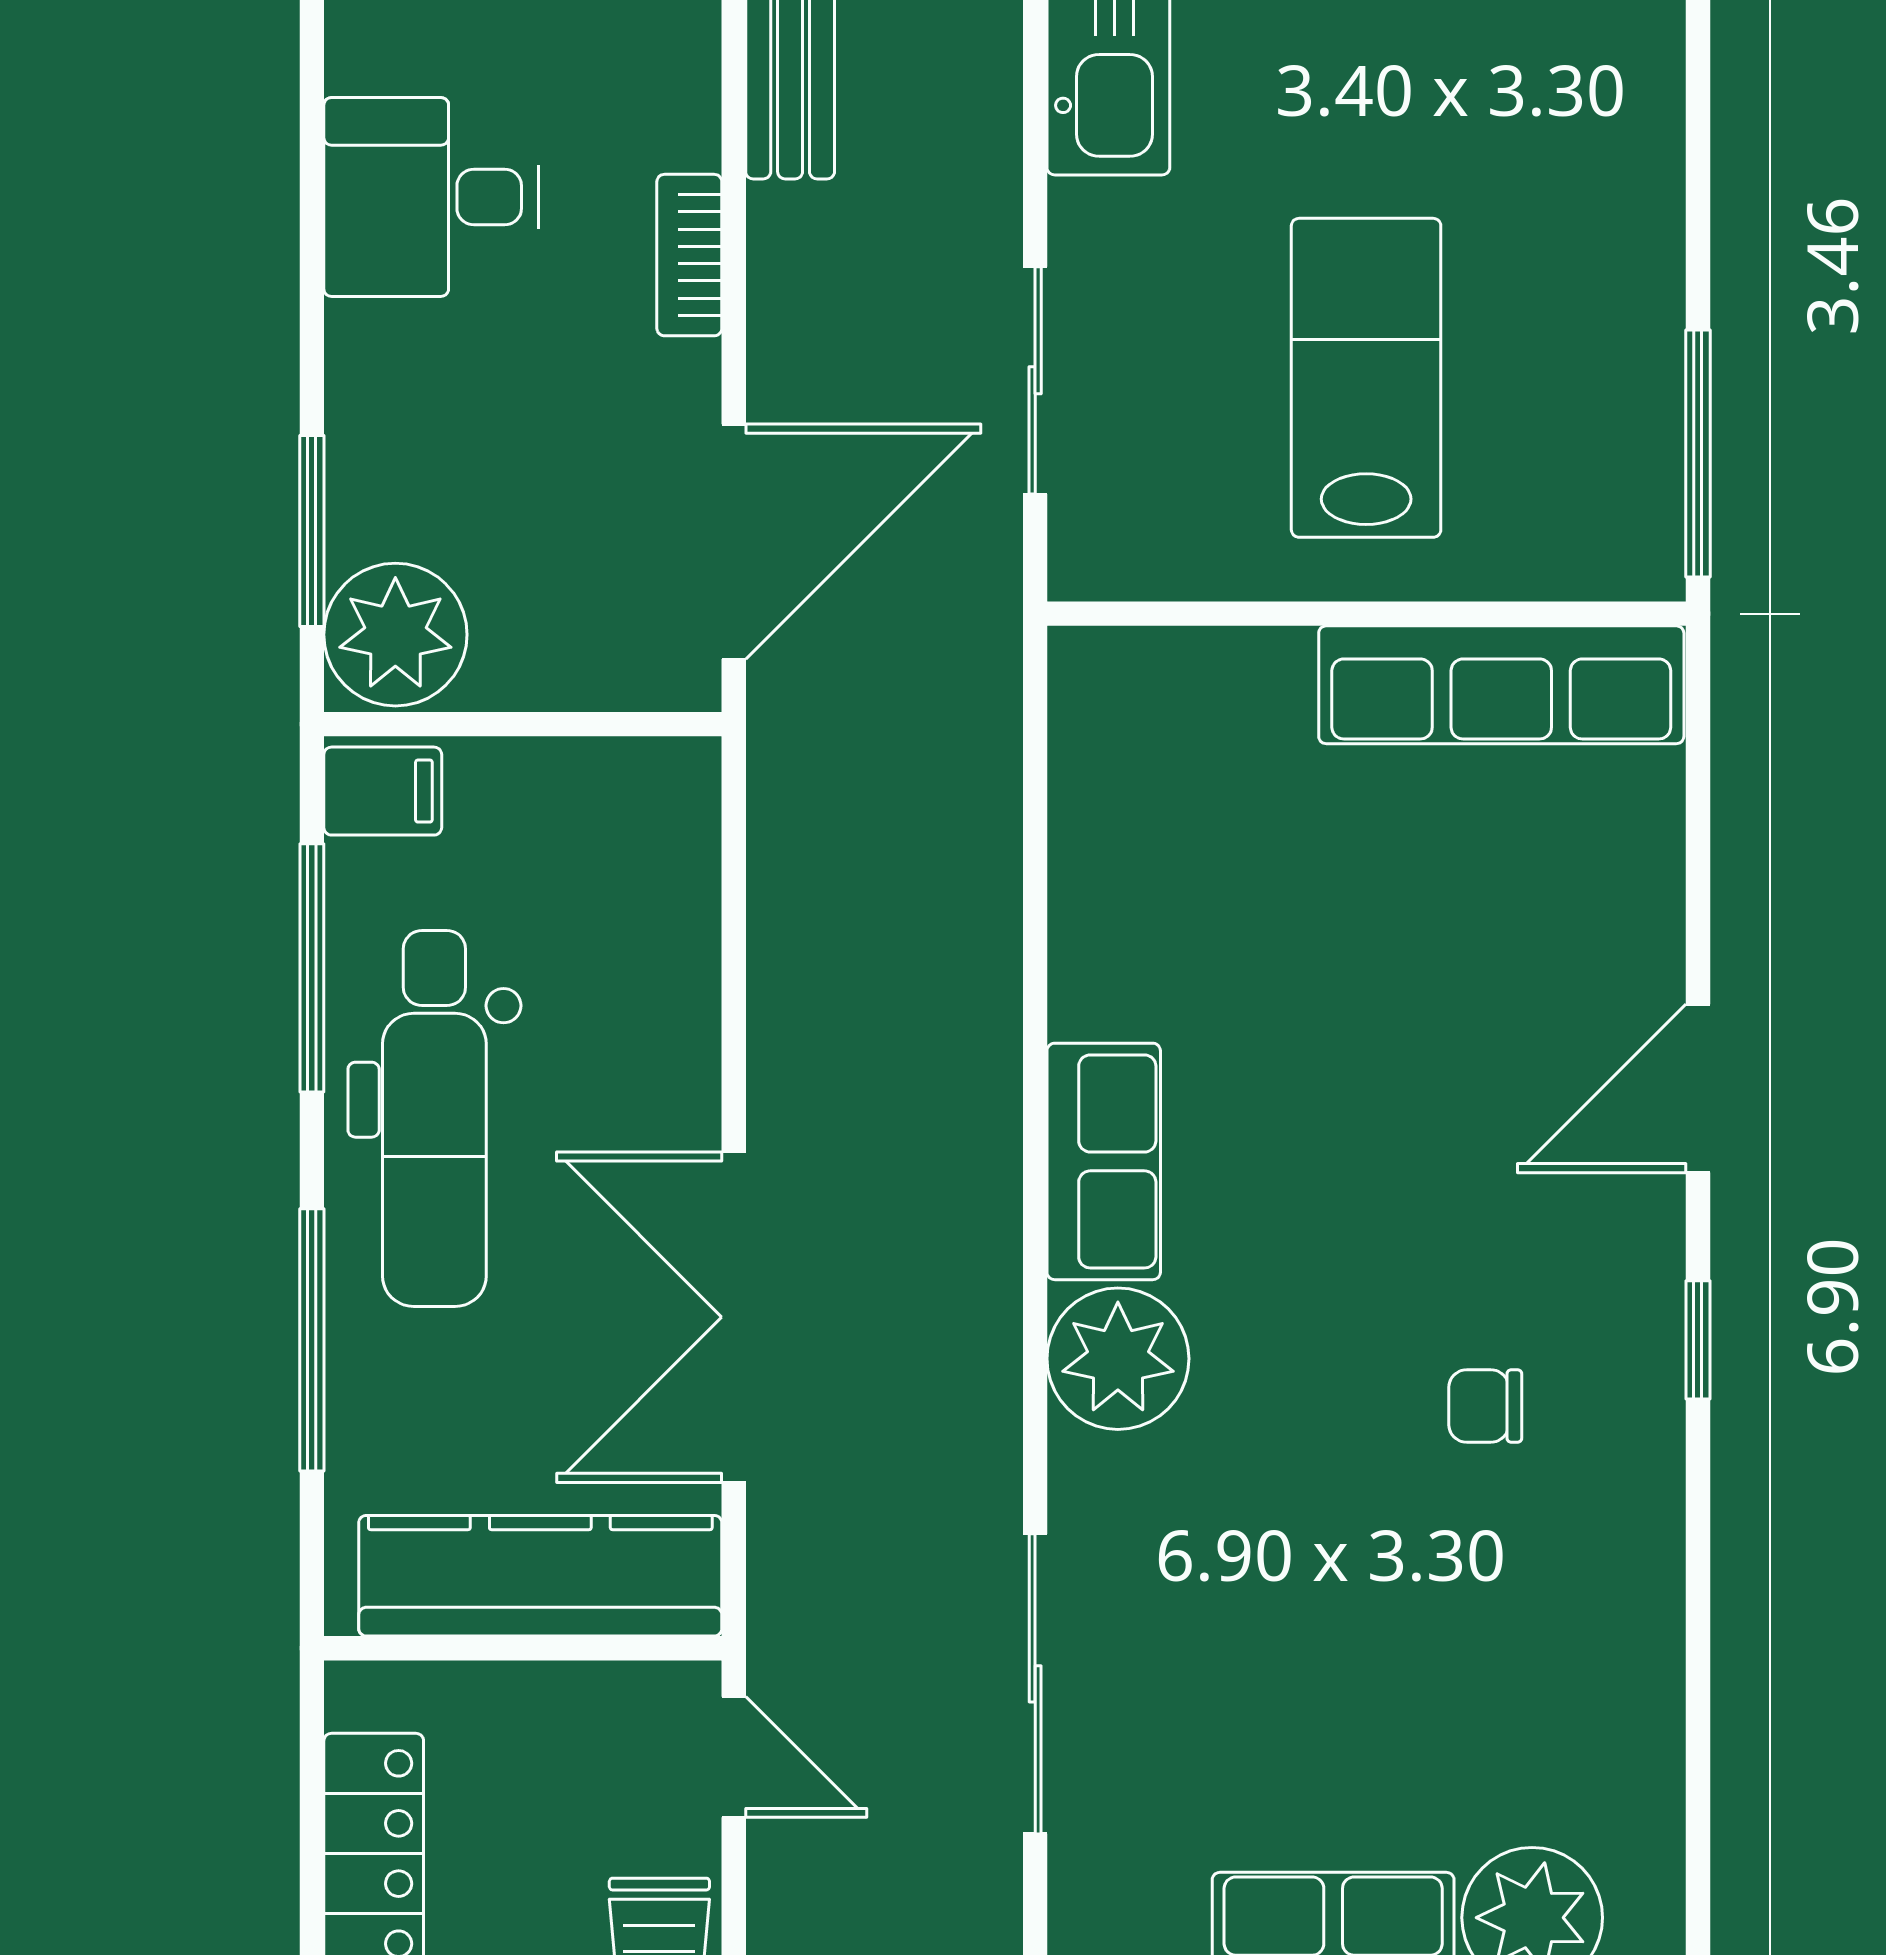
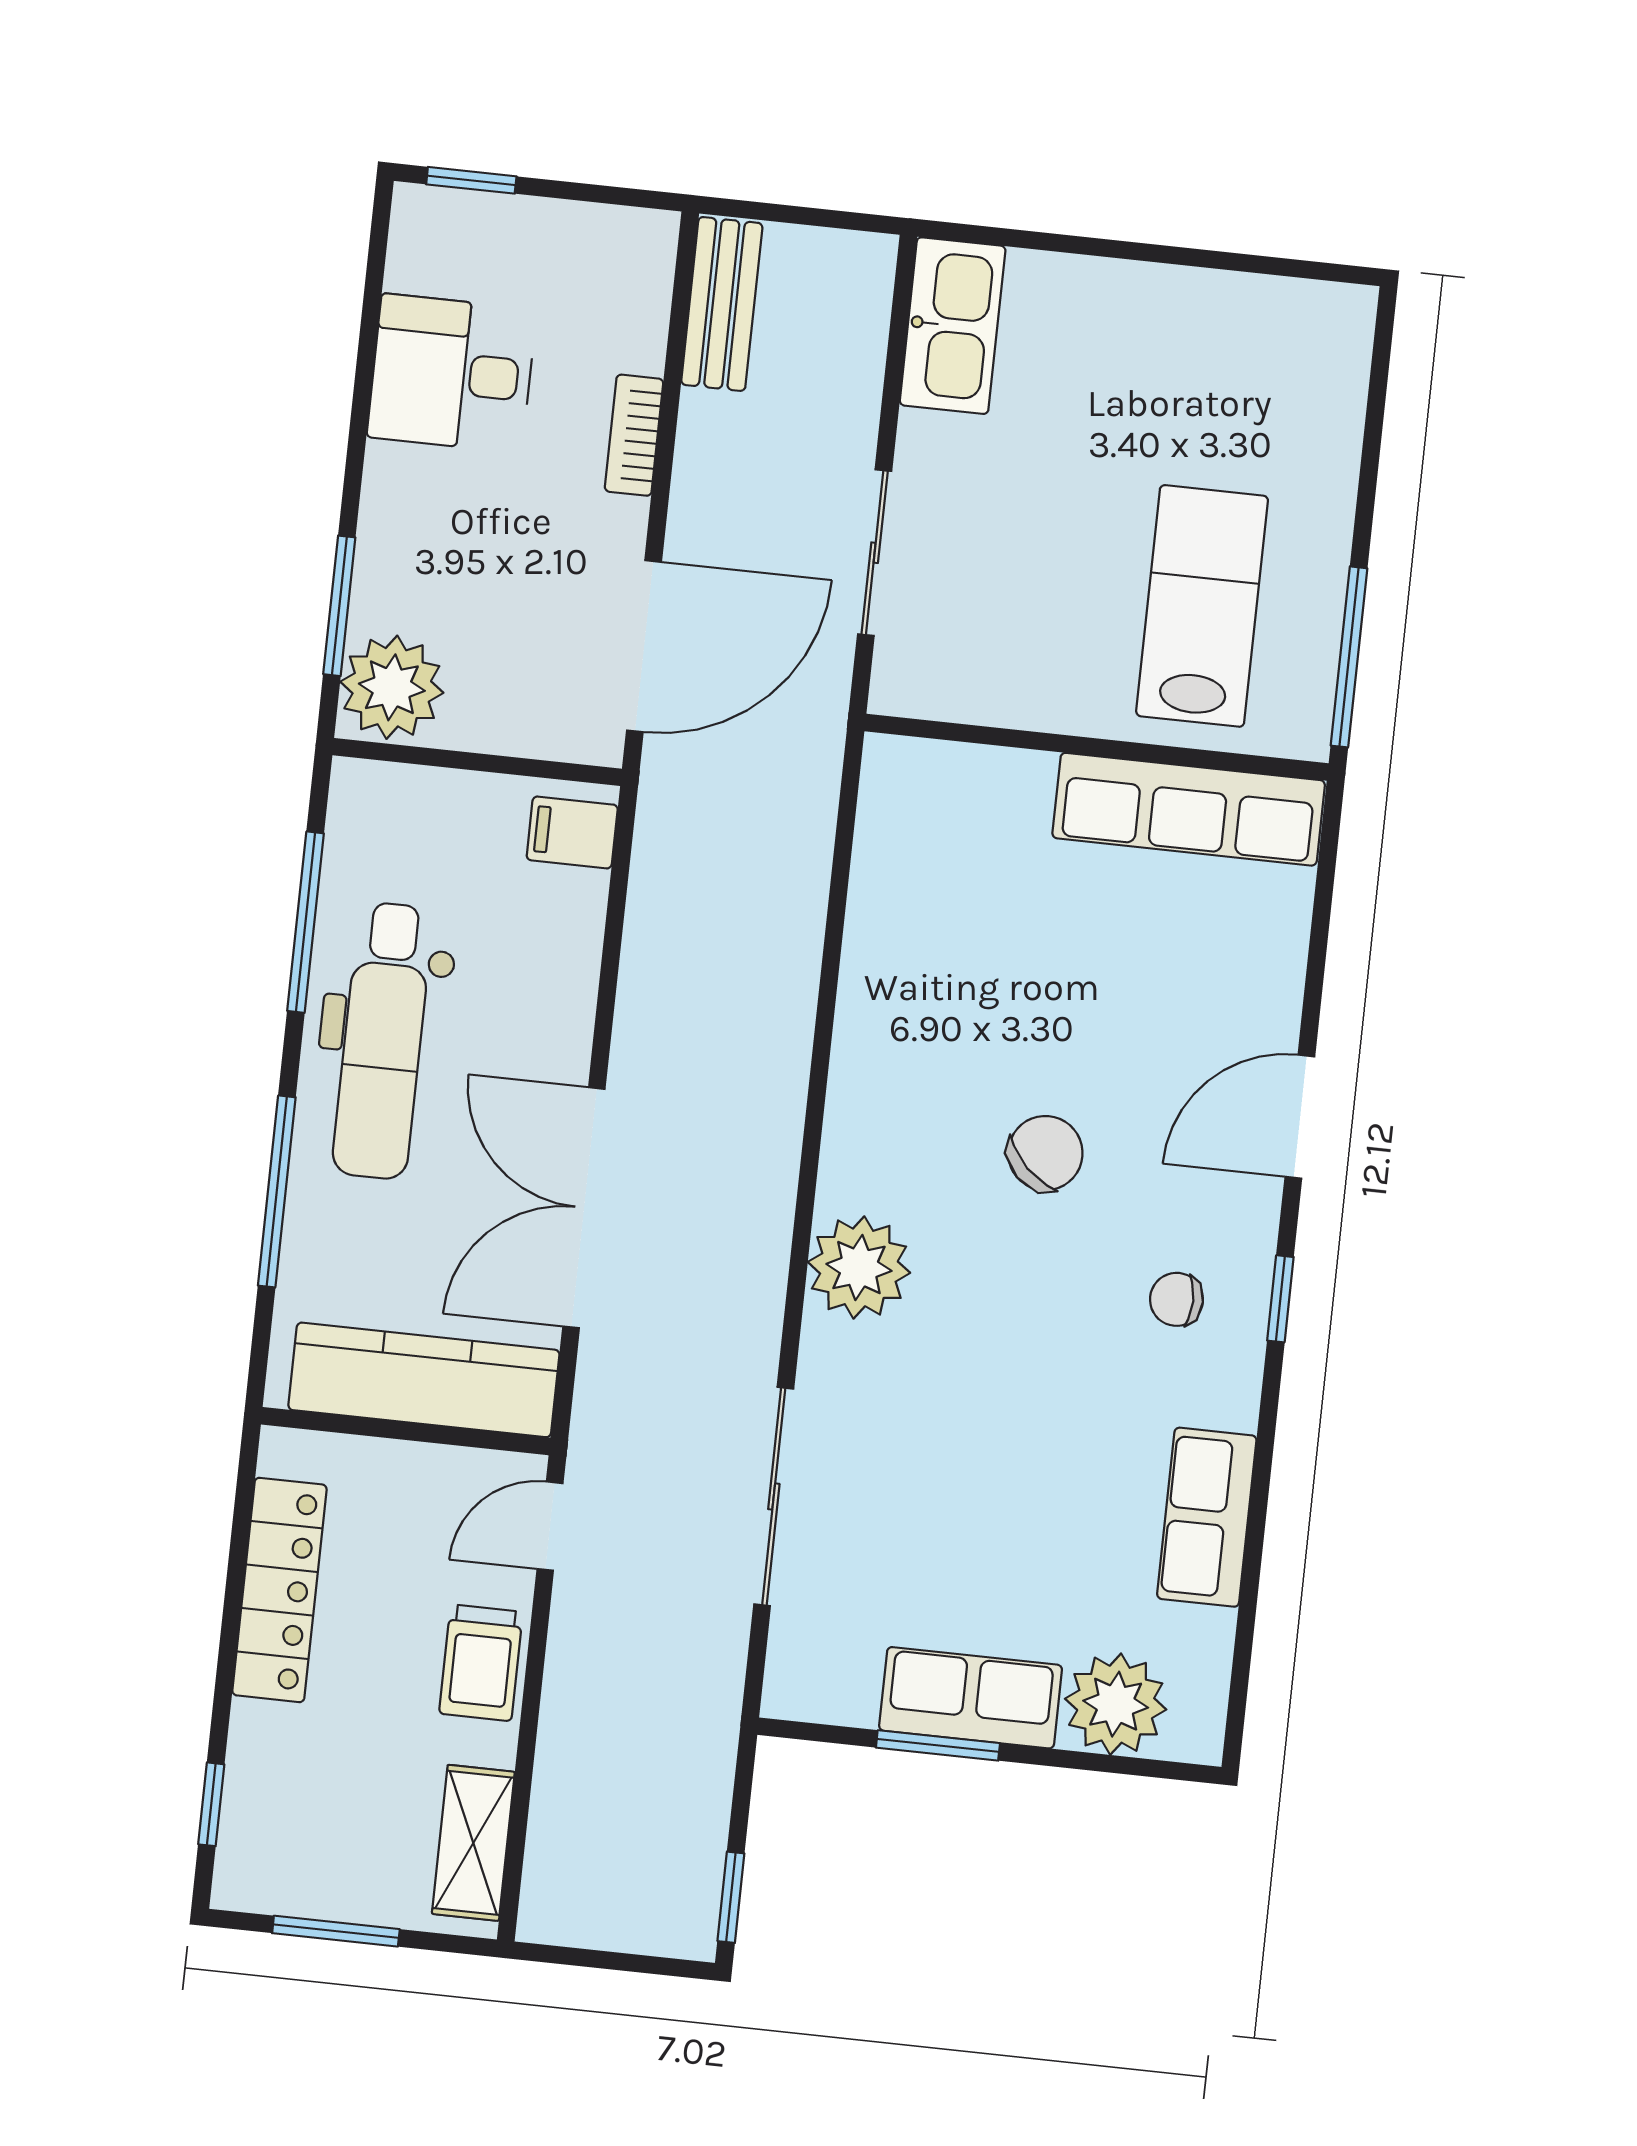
lab bench: (1366, 378) -> (1202, 606), moved
filing cabinet: (383, 791) -> (572, 832), moved, turned 180
row of seats: (1104, 1161) -> (1207, 1517), moved, turned 180
chair: (1356, 1175) -> (1045, 1153), added
chair: (1485, 1406) -> (1176, 1299), moved
door: (734, 1757) -> (550, 1526), swing flipped

